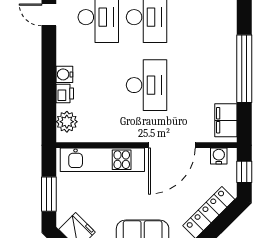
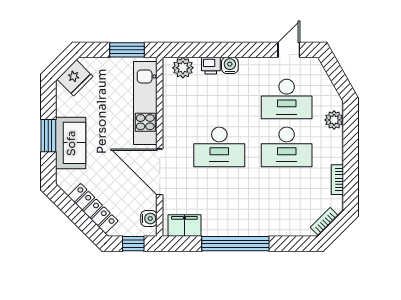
window: (49, 194) -> (127, 50), moved

